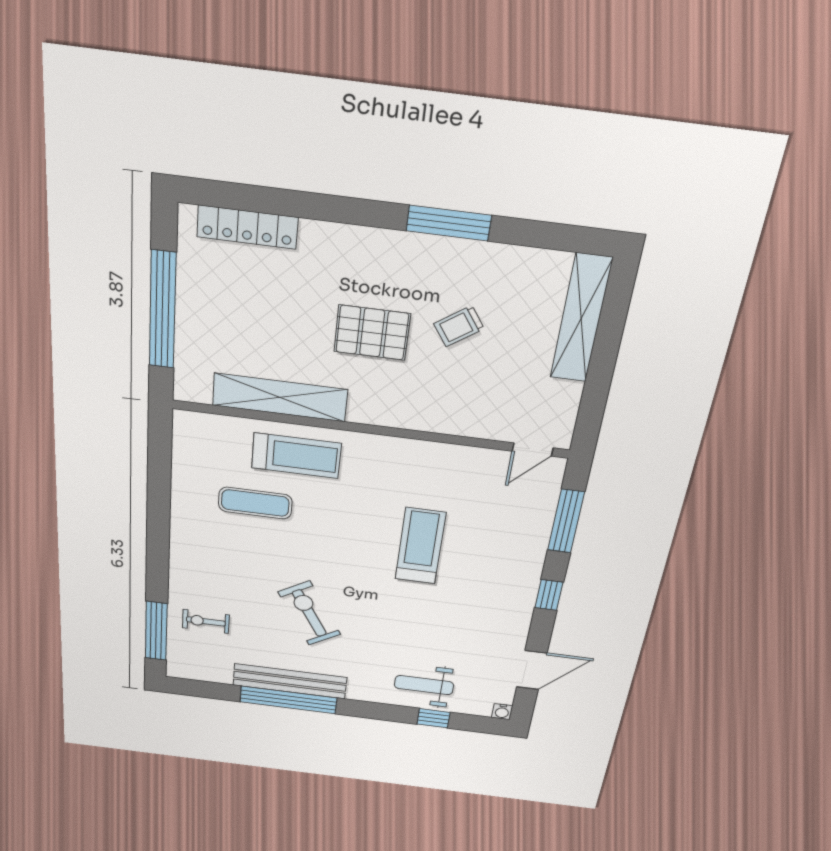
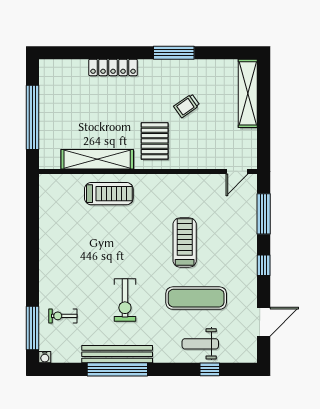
locker: (247, 227) -> (113, 67), moved
pallet: (372, 333) -> (155, 141), moved, turned 90
exercise mat: (255, 503) -> (196, 298), moved, width x1.36, depth x1.45
exercise bike: (309, 613) -> (125, 300), turned -149
water cooler: (502, 712) -> (45, 357), moved

